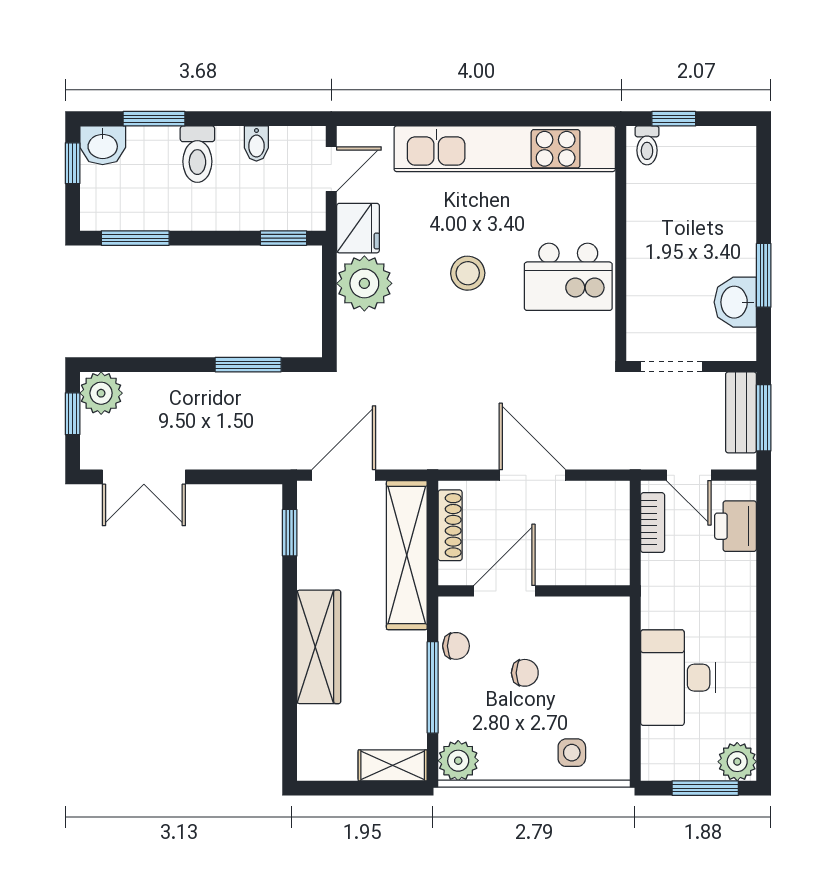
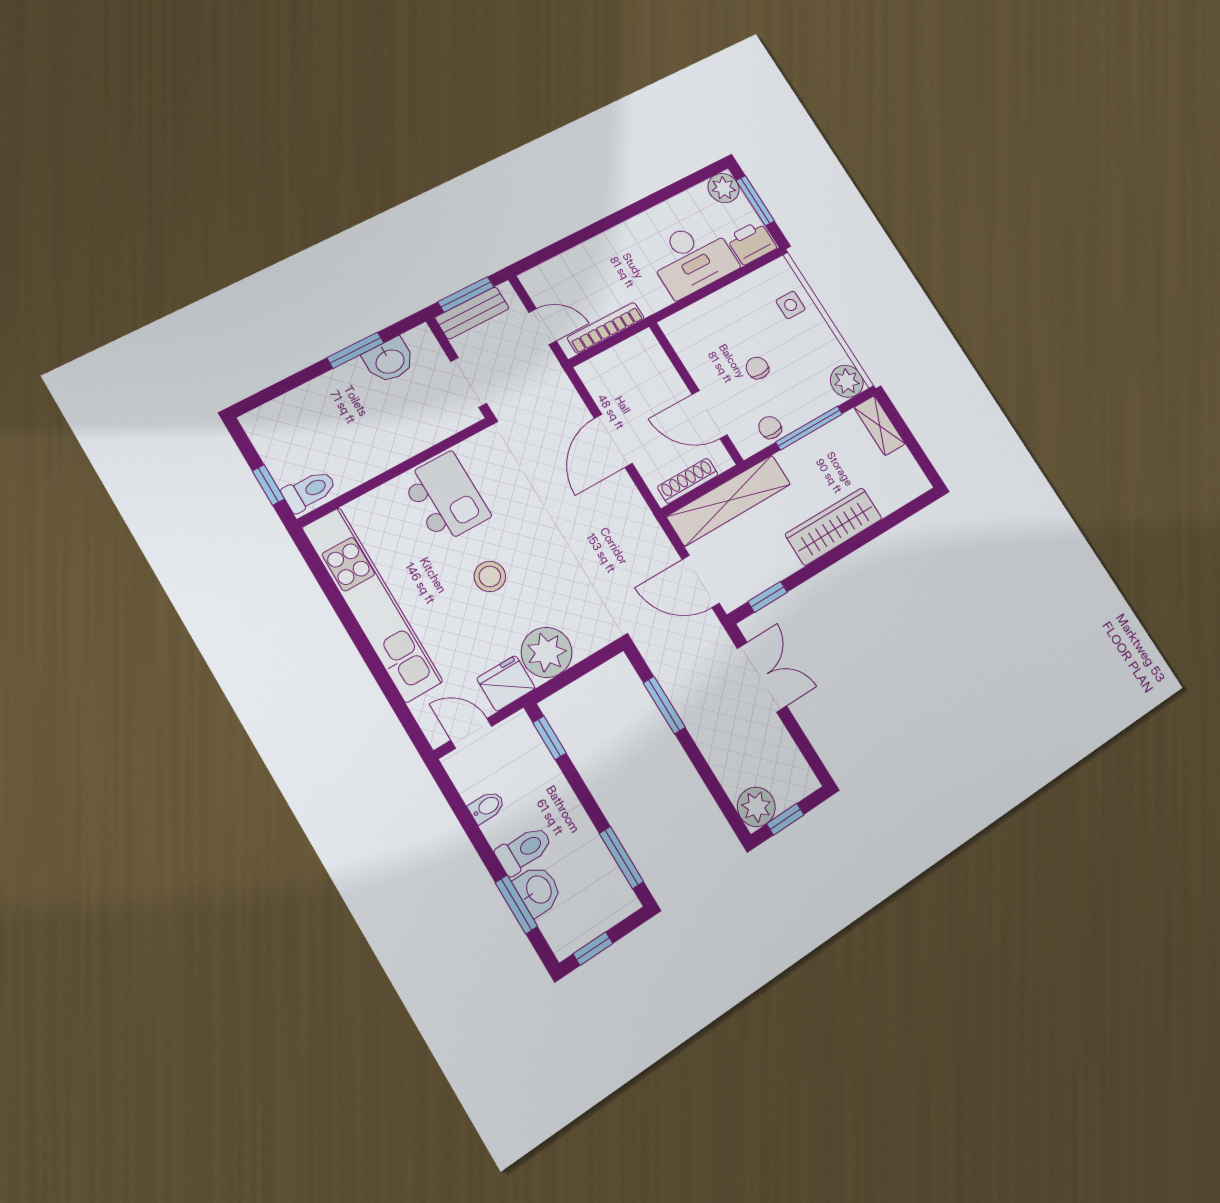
washbasin: (103, 145) -> (538, 890), moved
toilet: (647, 145) -> (309, 491), width x1.37, depth x1.39
door: (689, 475) -> (543, 327), hinge flipped
double door: (144, 477) -> (762, 677), moved
bookcase: (653, 523) -> (606, 328), width x1.56
printer: (736, 526) -> (751, 243), moved, turned 180

